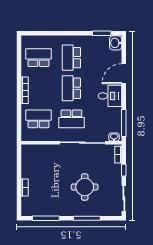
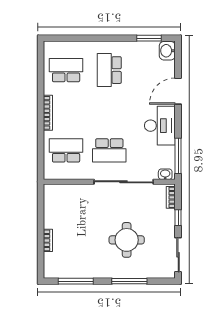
school desk: (71, 88) -> (109, 110), removed
desk: (110, 96) -> (160, 126), width x1.37

